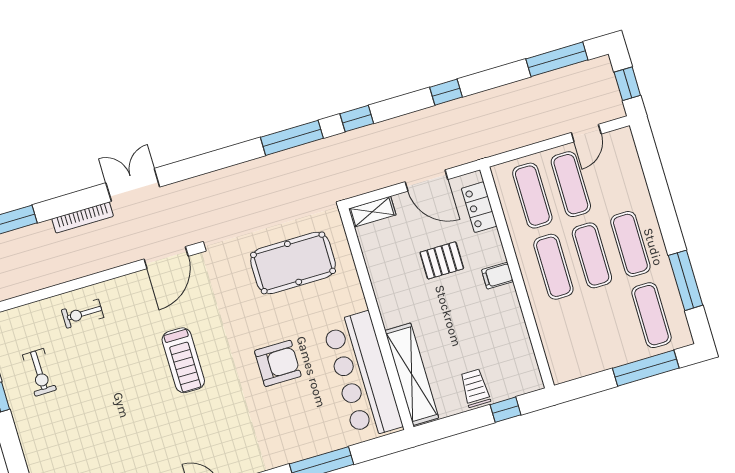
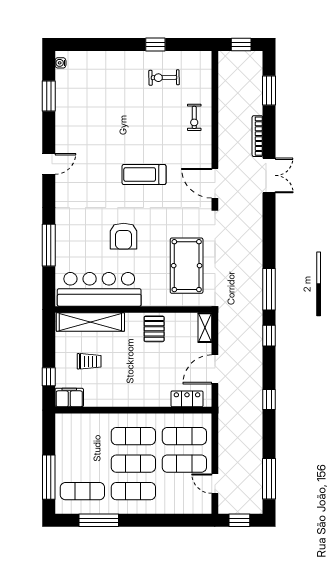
pallet: (442, 260) -> (154, 329), moved
filing cabinet: (497, 276) -> (69, 398), moved, width x2.00
exercise bike: (83, 314) -> (194, 117), turned 180
trolley: (475, 388) -> (89, 361), moved

